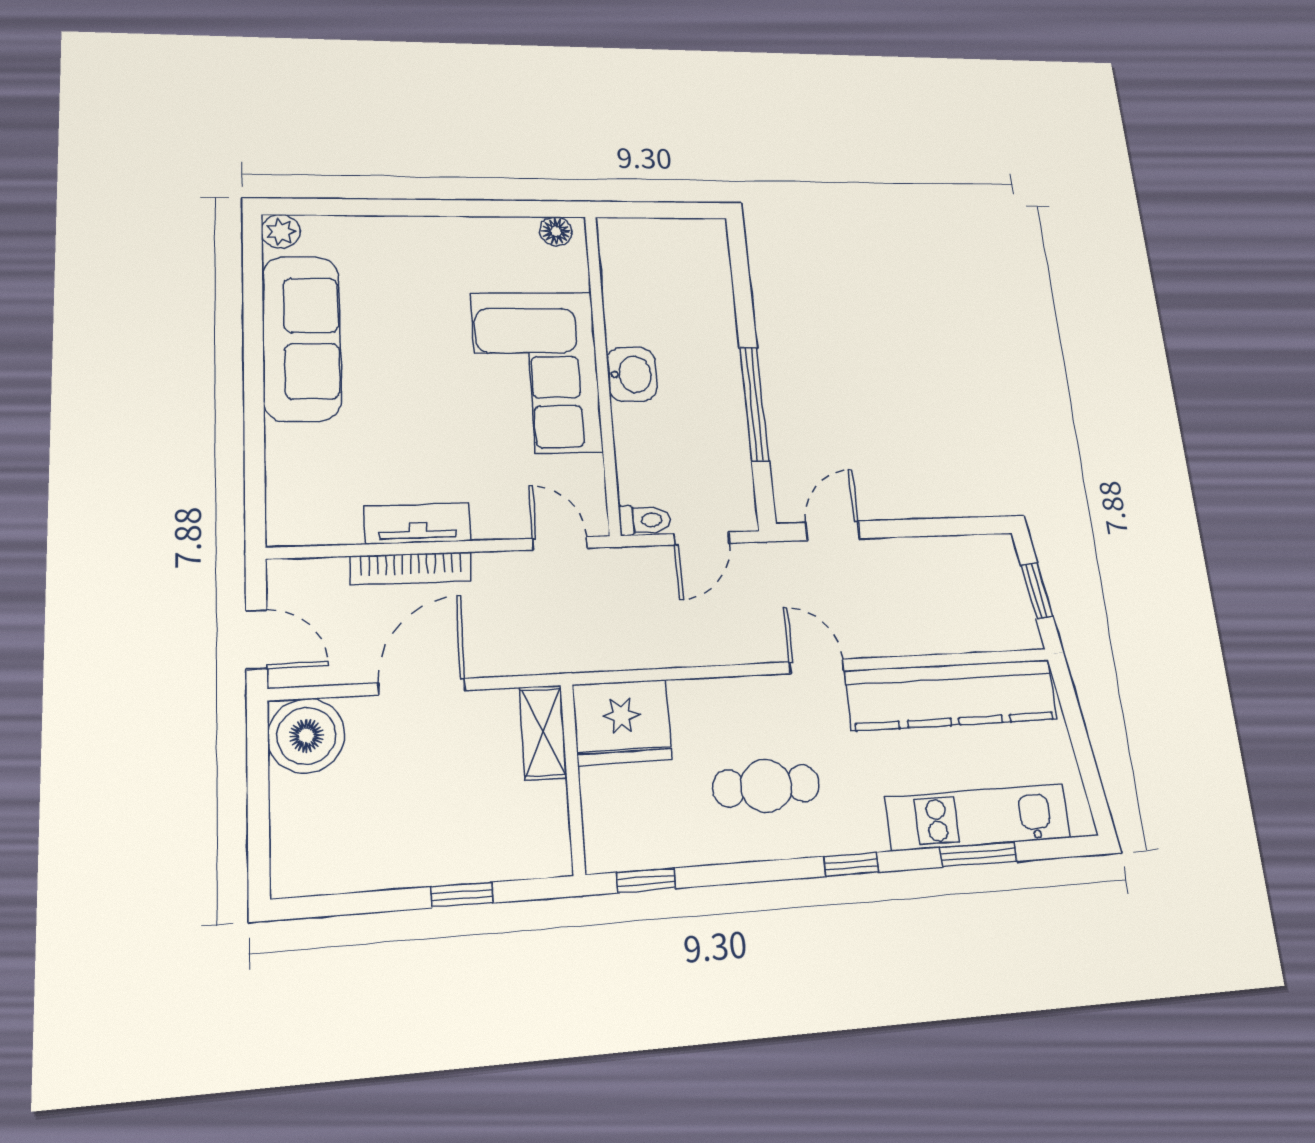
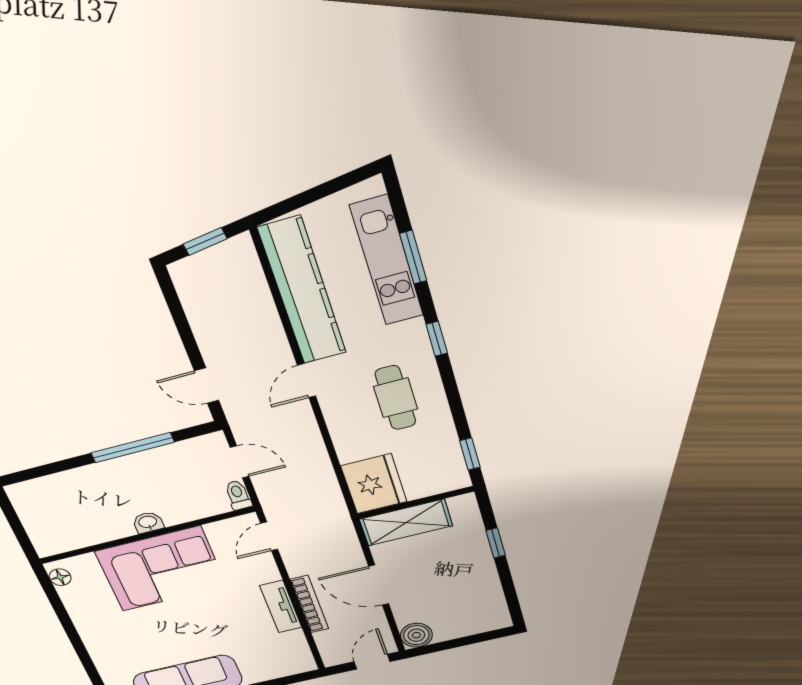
washbasin: (632, 374) -> (148, 522), width x0.72, depth x0.69
shelving: (543, 732) -> (406, 523), width x1.50, depth x1.33
boiler: (306, 736) -> (416, 635), width x0.73, depth x0.73

